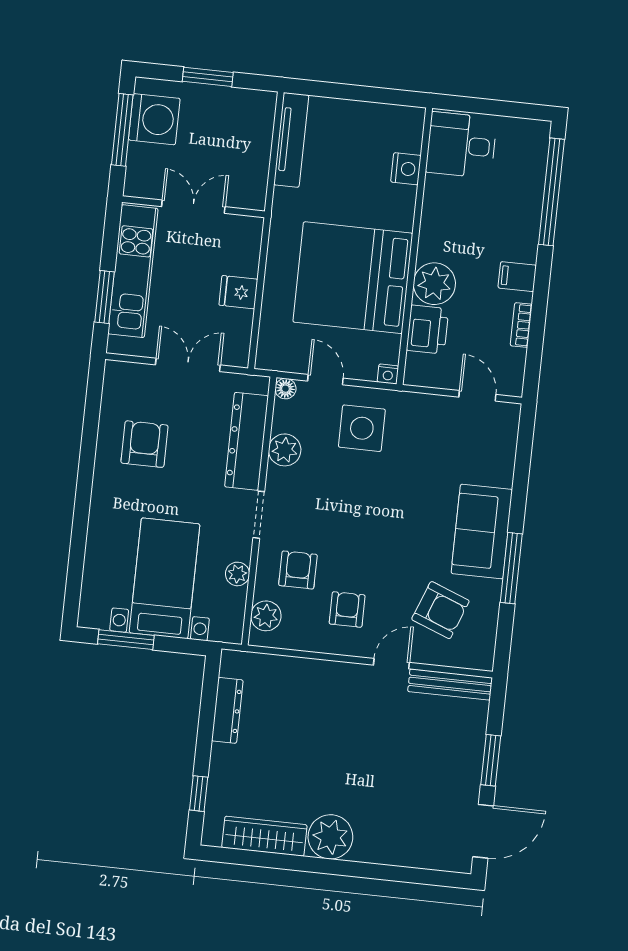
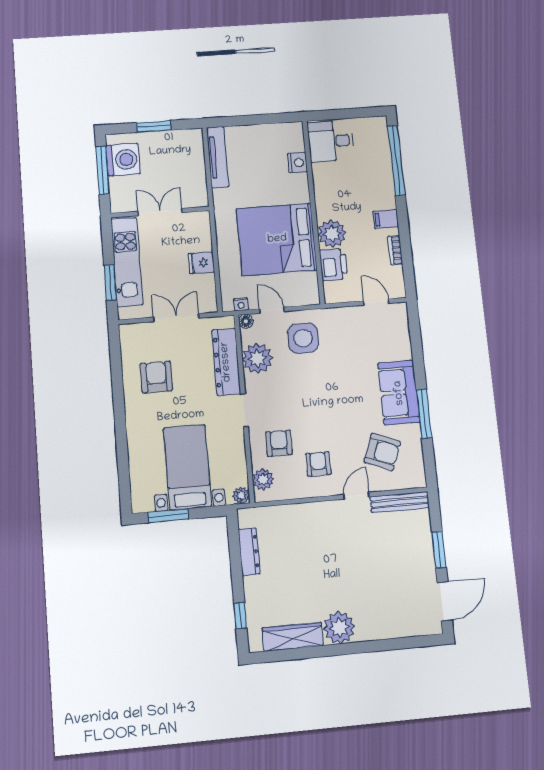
nightstand: (388, 374) -> (241, 304), moved
plant: (285, 450) -> (257, 358), width x1.36, depth x1.36
plant: (237, 574) -> (241, 495), moved

